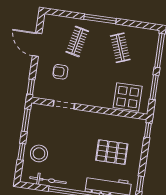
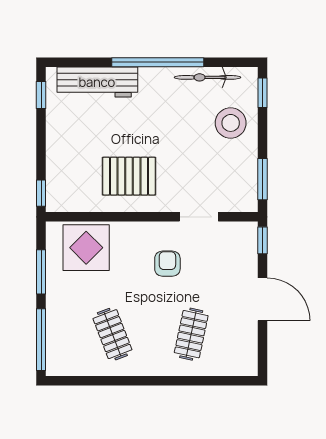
window: (100, 19) -> (156, 381), removed
door: (37, 45) -> (263, 299), moved
armchair: (60, 72) -> (167, 264), moved, turned -90
window: (21, 152) -> (263, 93), moved
pallet: (112, 152) -> (129, 176), moved

